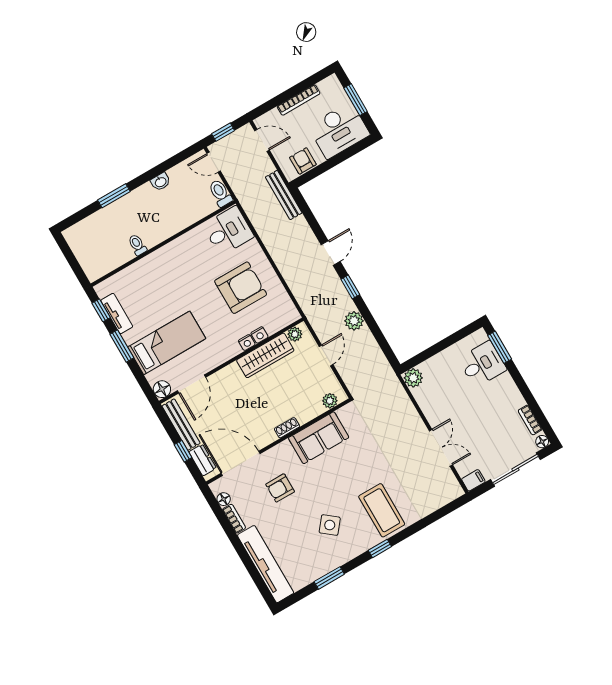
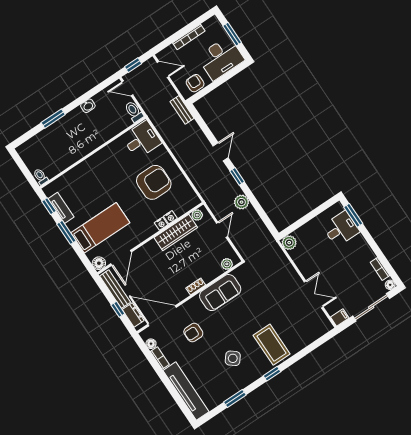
bench: (284, 195) -> (182, 110), width x0.73
toilet: (137, 245) -> (41, 177), moved

